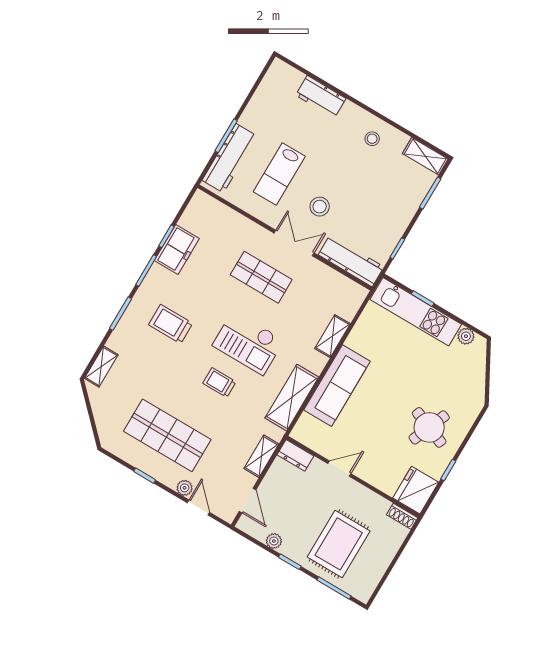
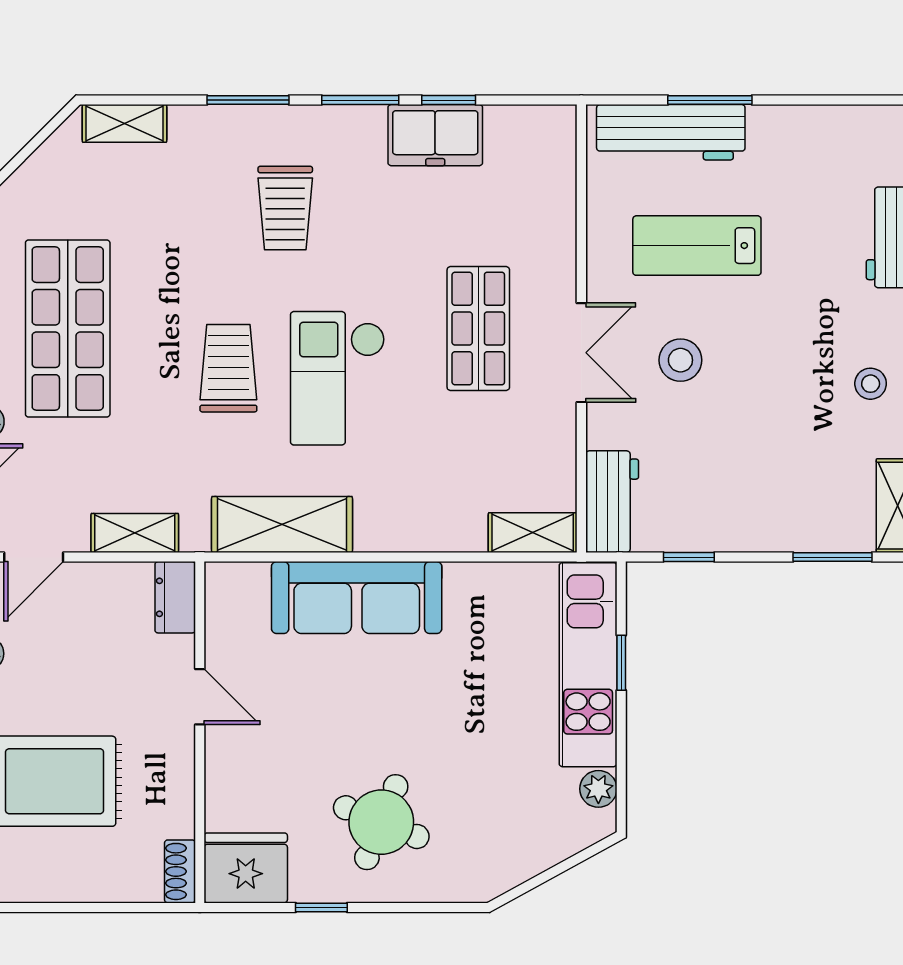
workbench: (351, 261) -> (612, 502), width x0.73
trolley: (171, 324) -> (285, 208), turned 180
shelving: (333, 336) -> (533, 533), moved
trolley: (219, 383) -> (228, 368), width x1.36, depth x1.39

